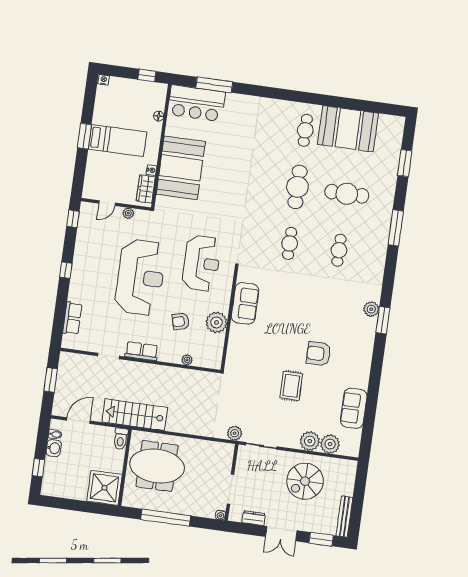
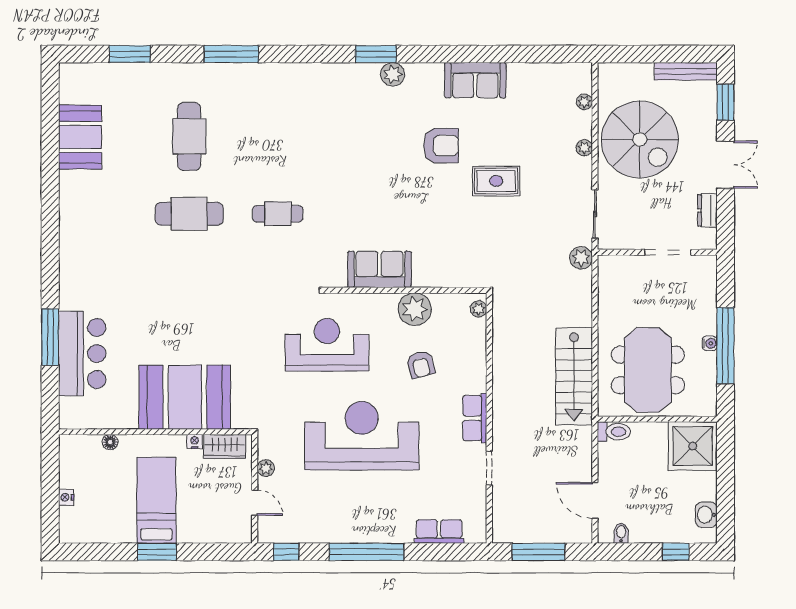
window: (147, 75) -> (50, 469), removed
nightstand: (104, 80) -> (66, 497), moved
window: (214, 85) -> (50, 337), moved
bar counter: (196, 103) -> (82, 354), moved
booth: (348, 129) -> (80, 137), width x0.73, depth x0.70
cafe table: (305, 130) -> (101, 214), removed
cafe table: (339, 250) -> (278, 136), removed
window: (66, 270) -> (367, 552), width x3.17
plant: (371, 309) -> (393, 74), moved
armchair: (319, 354) -> (441, 146), turned -90
plant: (187, 360) -> (478, 309), moved
window: (51, 380) -> (538, 552), width x1.44
sofa: (354, 408) -> (475, 80), moved
stairs: (135, 415) -> (574, 376), moved
plant: (310, 441) -> (584, 148), width x0.53, depth x0.53
plant: (330, 444) -> (584, 102), width x0.53, depth x0.53
washbasin: (54, 448) -> (706, 515), moved, turned -90
spiral stairs: (305, 481) -> (640, 139), width x1.37, depth x1.37
water cooler: (220, 515) -> (710, 343), moved

